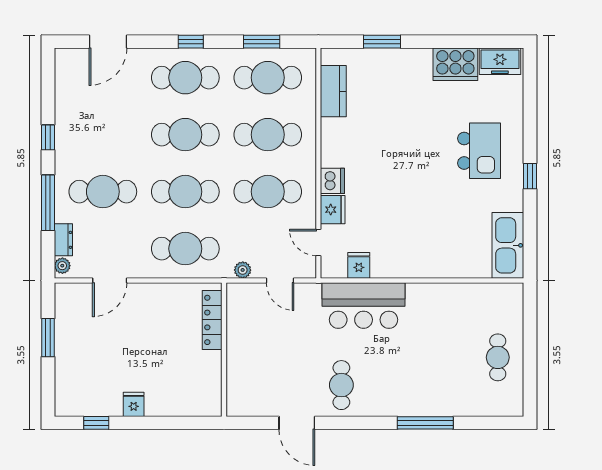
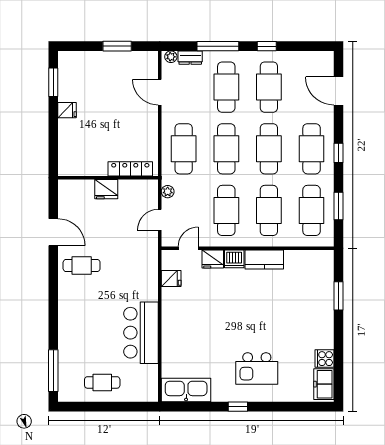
cooker: (455, 64) -> (324, 359), width x0.53, depth x0.76
kitchen counter: (333, 91) -> (264, 259), moved
cafe table: (103, 135) -> (269, 87), added
bar counter: (364, 306) -> (141, 333), moved
fridge: (239, 352) -> (106, 189), added
window: (96, 423) -> (53, 82), width x1.50
door: (297, 423) -> (53, 232), swing flipped
window: (425, 423) -> (53, 371), moved

